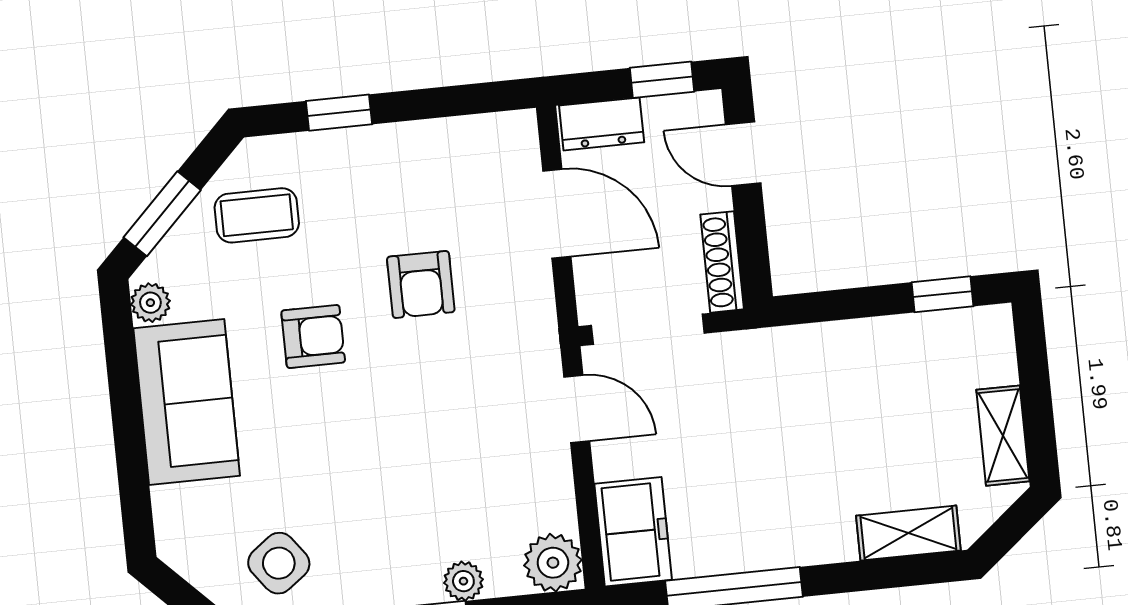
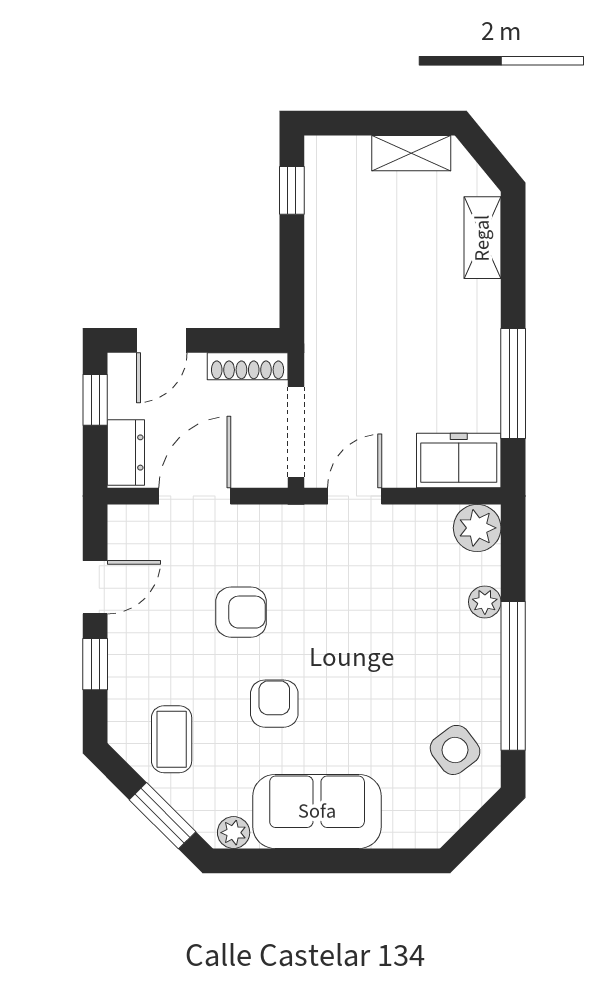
door: (433, 103) -> (95, 587), added

